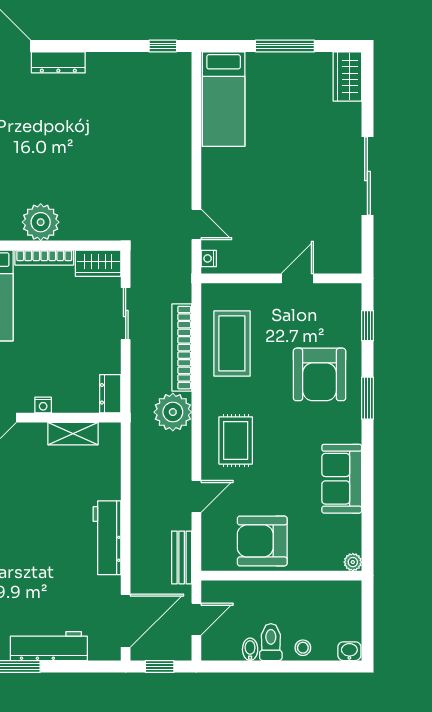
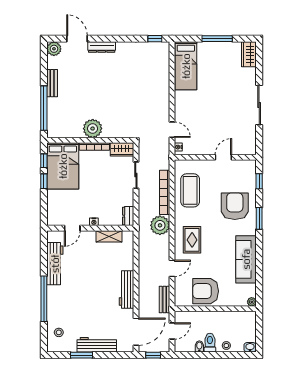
armchair: (320, 374) -> (235, 206), turned 180
sofa: (342, 479) -> (246, 259), width x1.36

